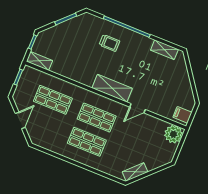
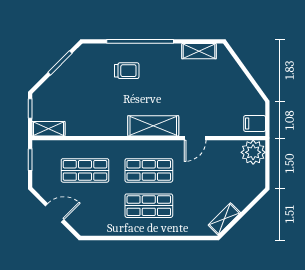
door: (20, 120) -> (55, 213), hinge flipped

